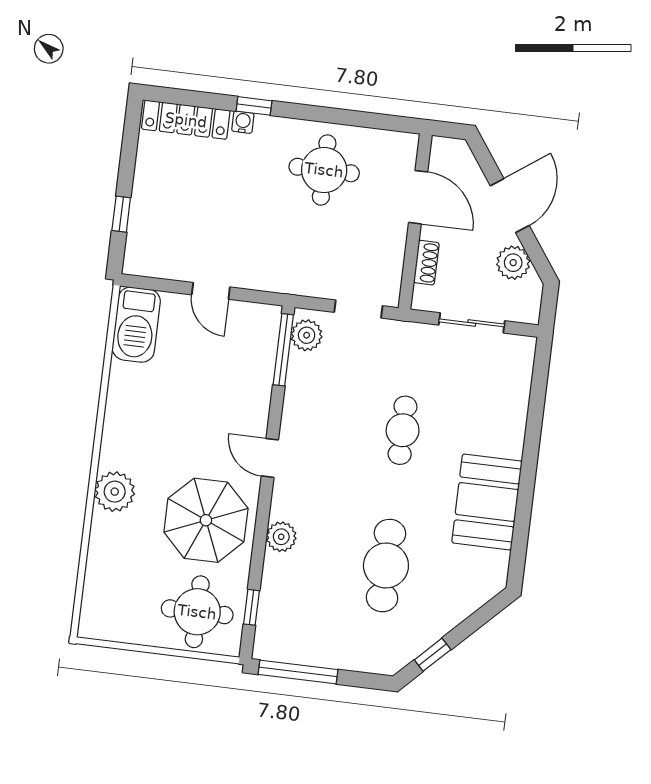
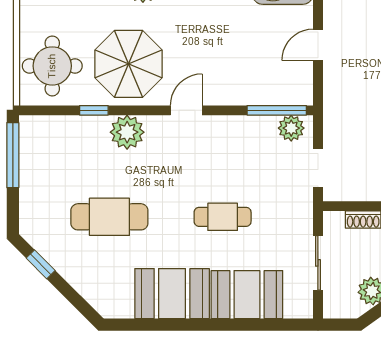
booth: (499, 413) -> (247, 295), added
plant: (281, 537) -> (127, 132), width x1.36, depth x1.36
window: (252, 607) -> (94, 110), moved

